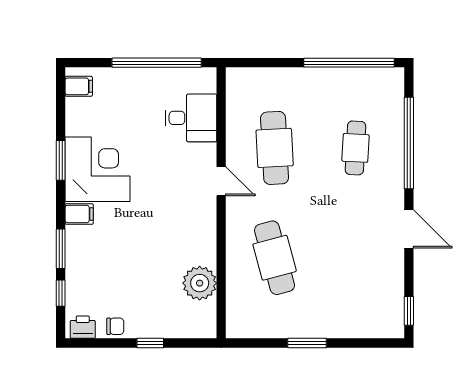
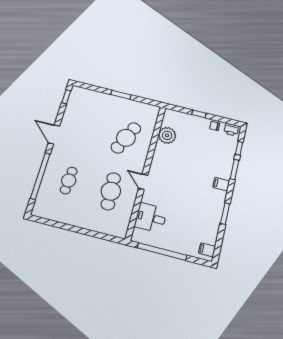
window: (349, 63) -> (59, 225), removed
corner desk: (98, 169) -> (207, 204), removed
cafe table: (275, 258) -> (126, 138), turned 39

